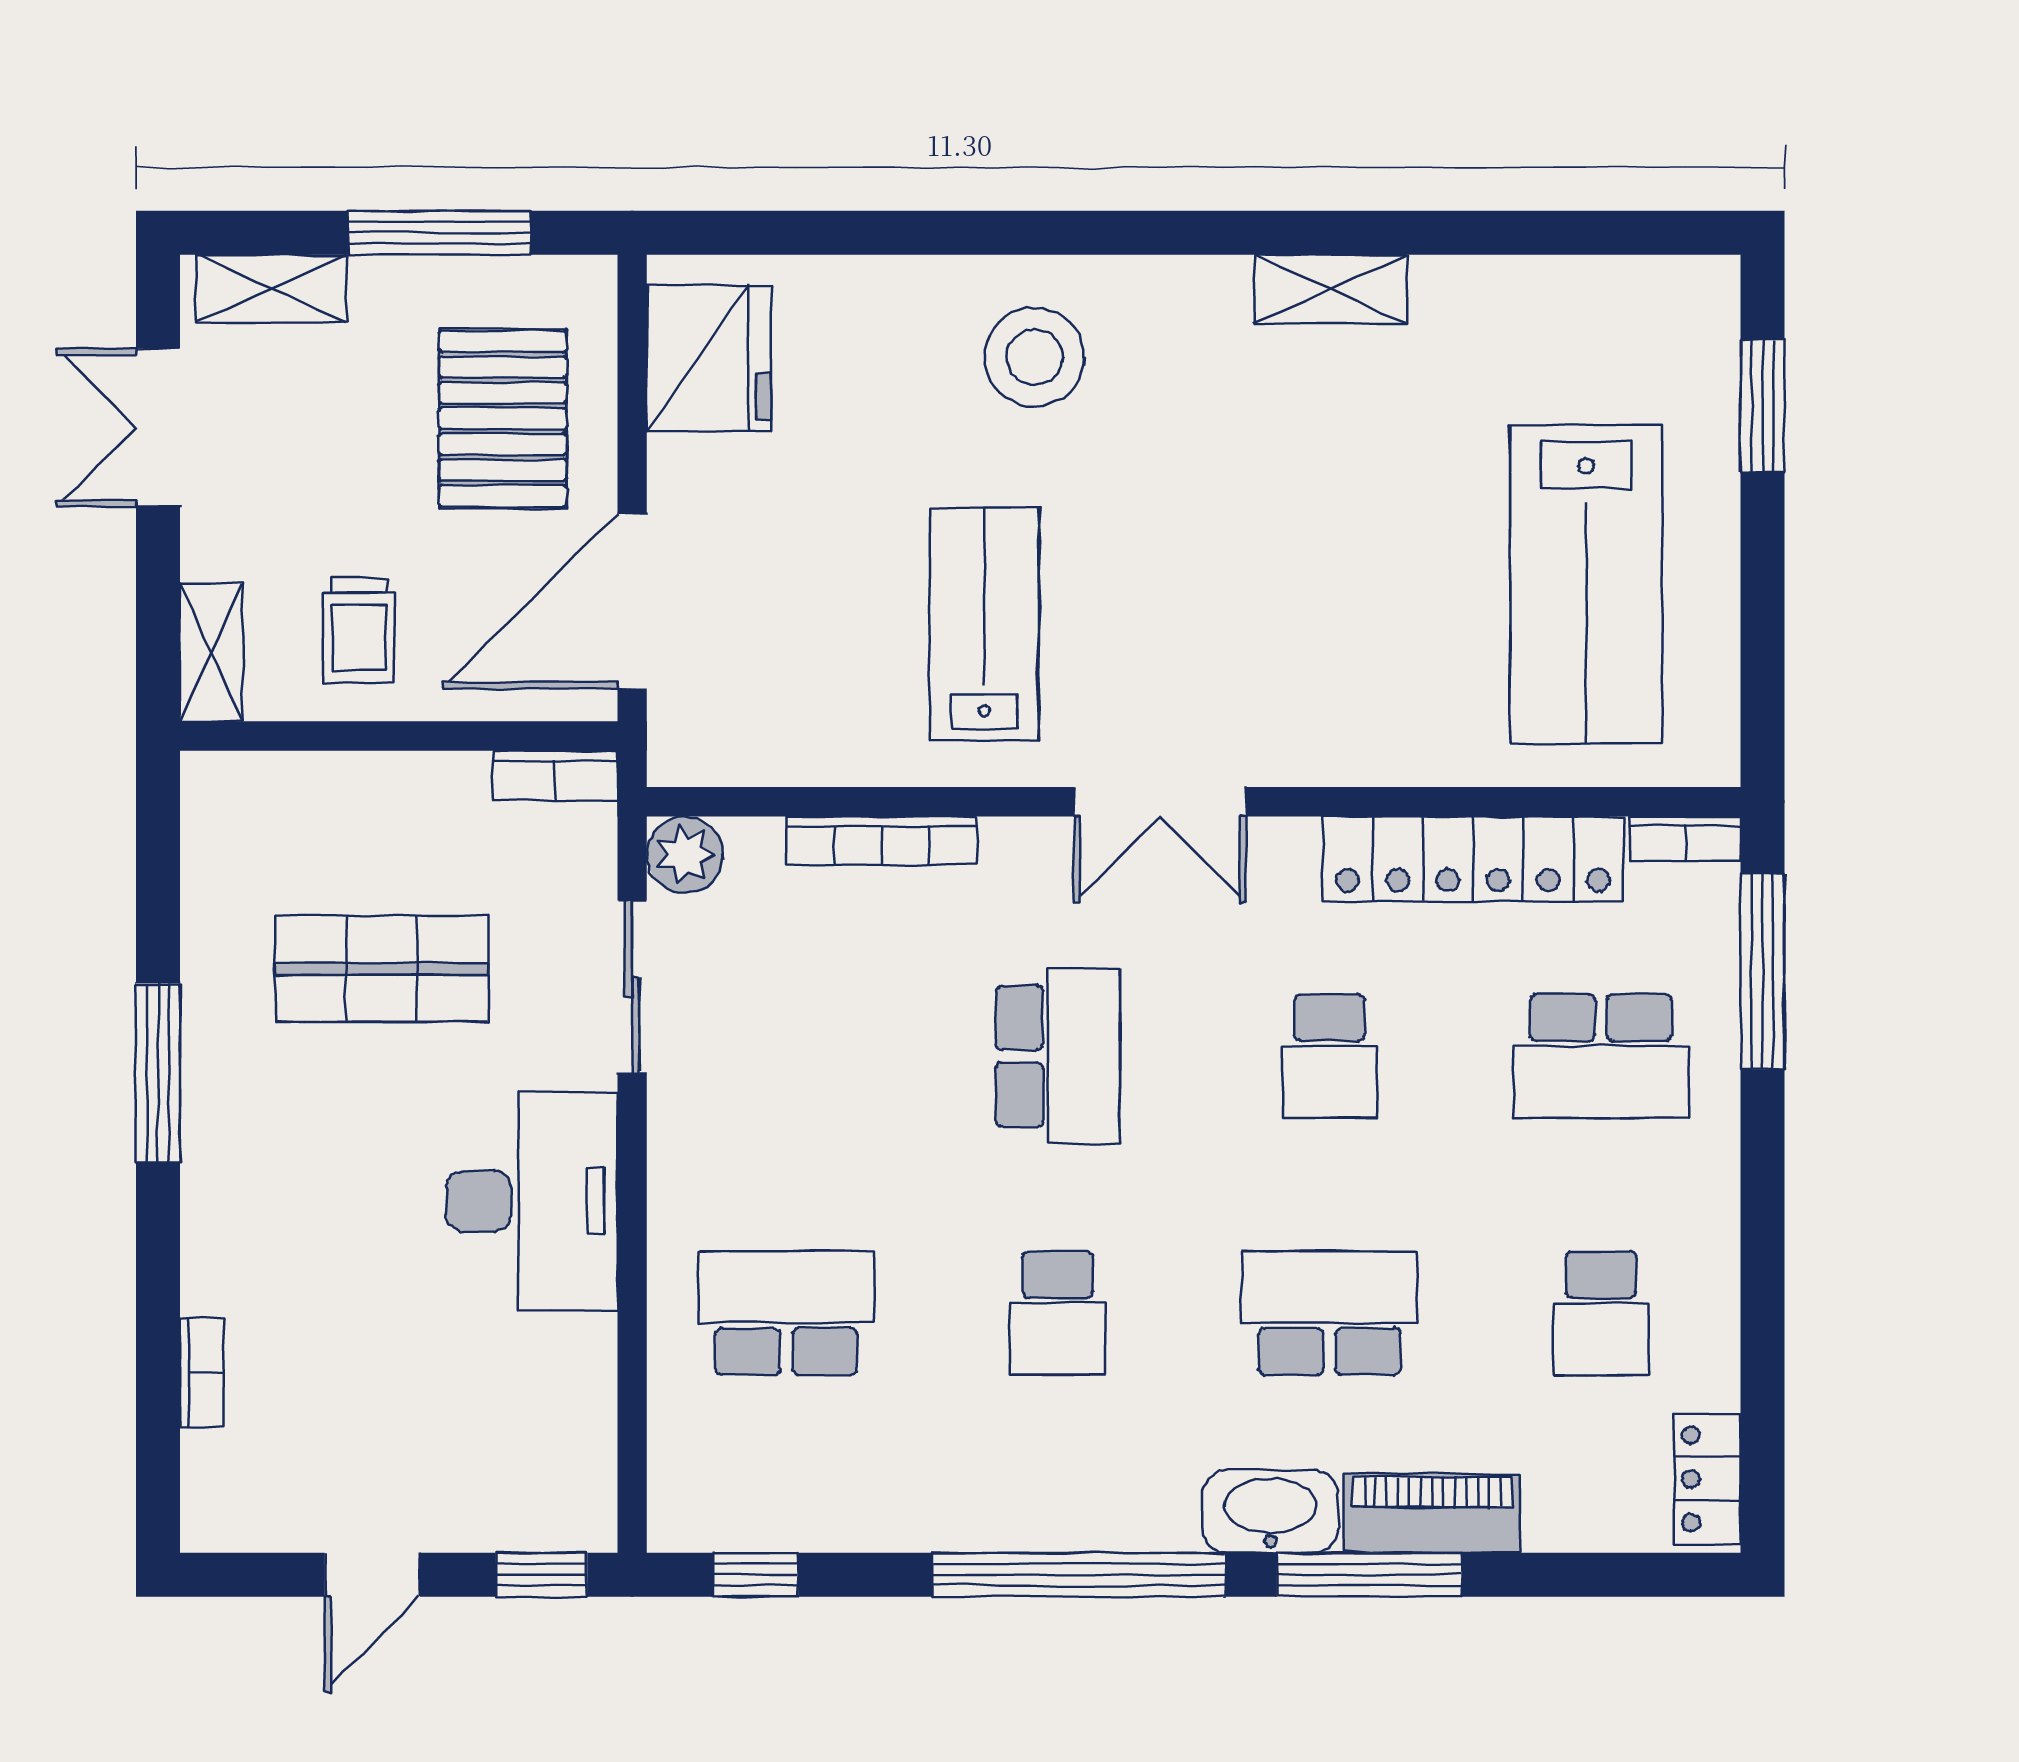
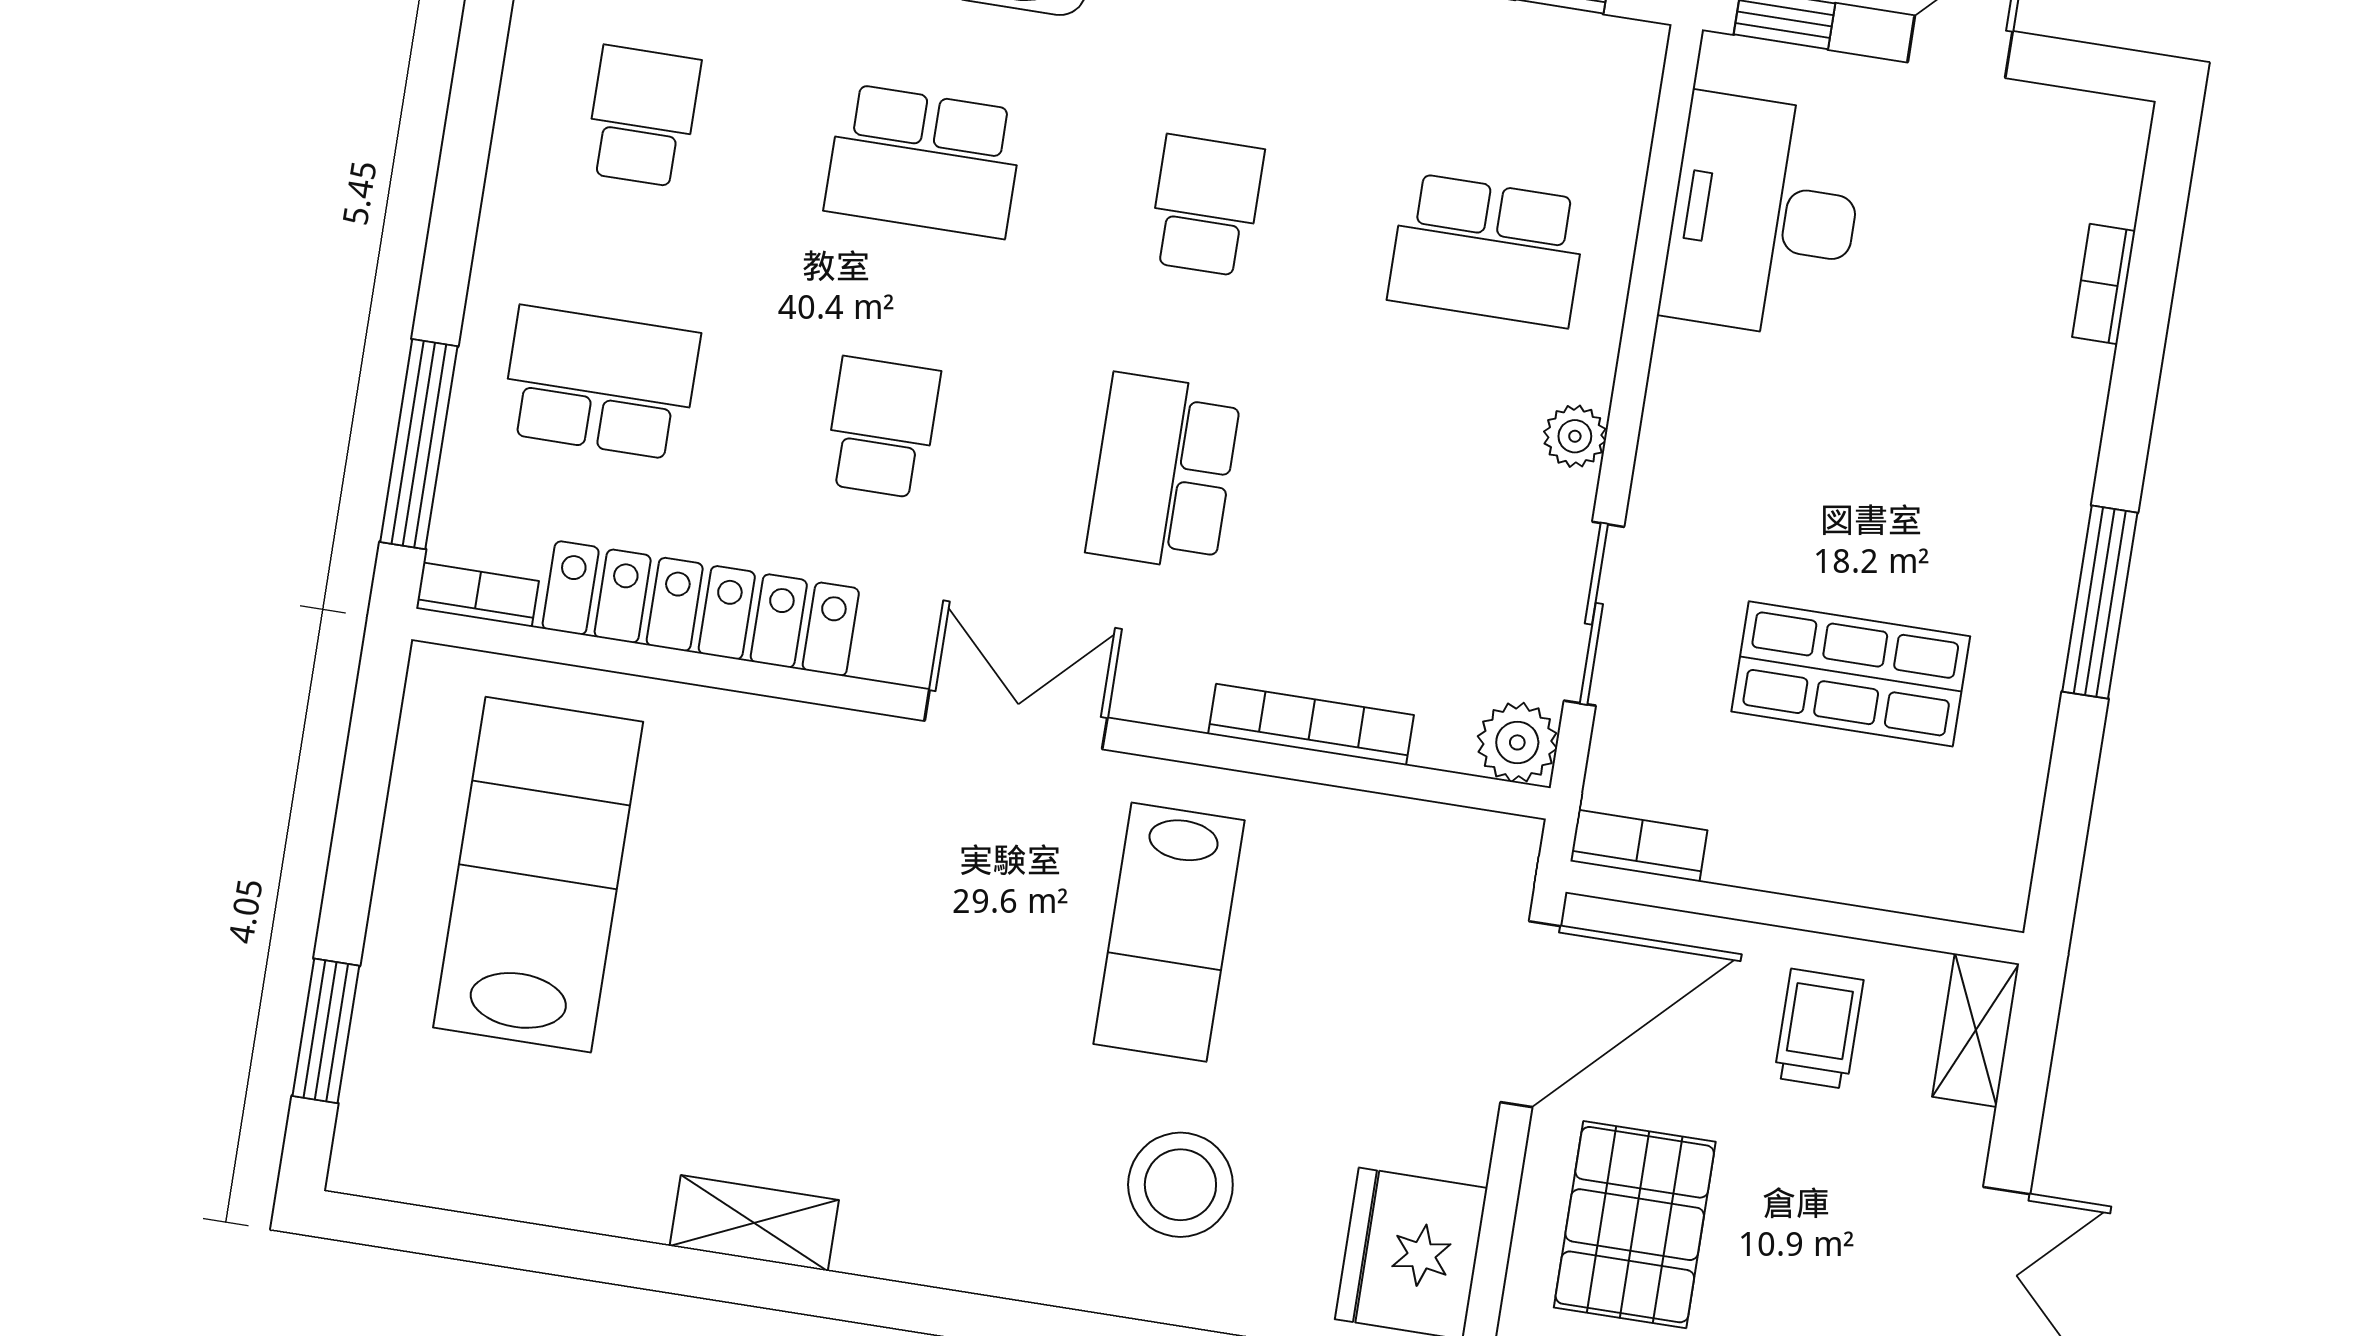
stool: (1035, 357) -> (1180, 1185), moved
plant: (676, 1151) -> (1575, 436), added
desk: (532, 1201) -> (1764, 216), moved

